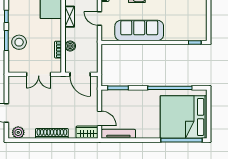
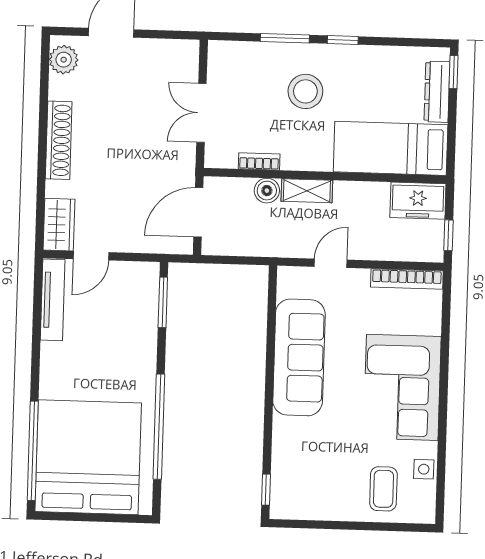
shelving: (70, 17) -> (307, 191), moved
stool: (19, 42) -> (305, 91), moved

